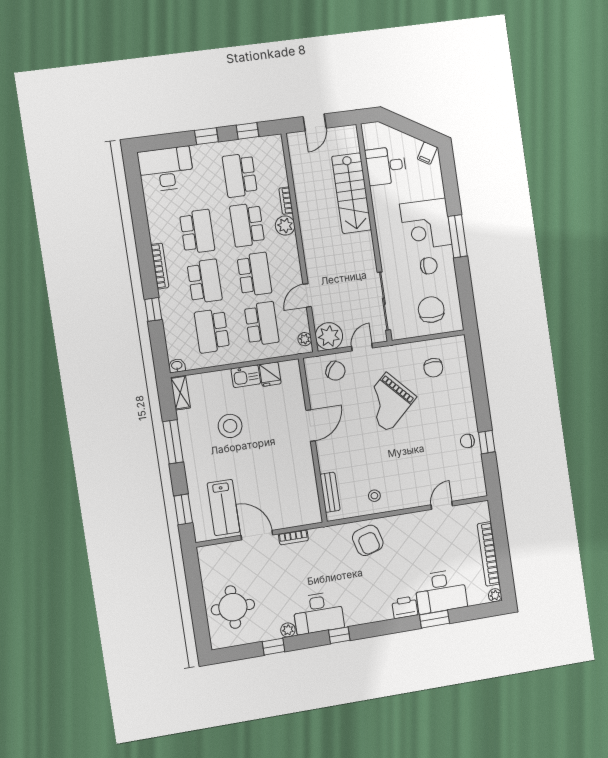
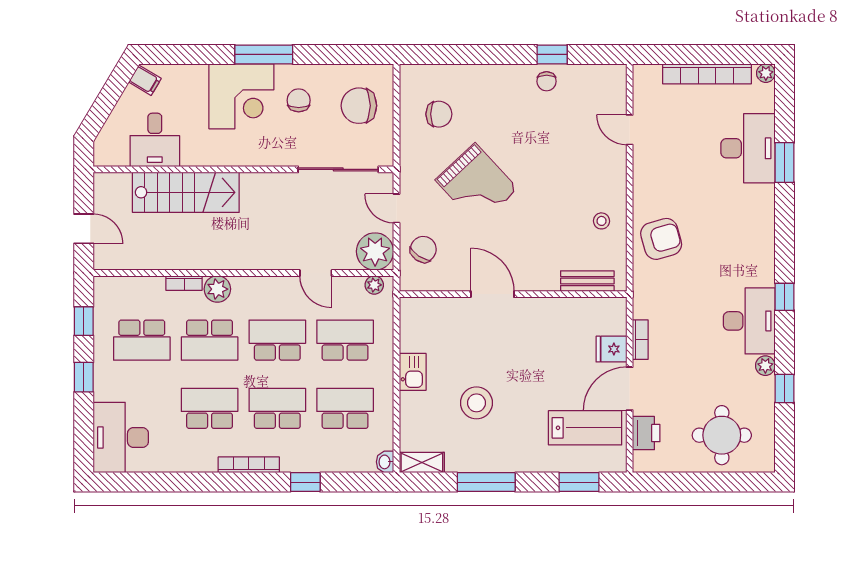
school desk: (212, 331) -> (345, 408), turned 180
fridge: (270, 374) -> (611, 349), moved, turned 180
printer: (405, 607) -> (646, 433), moved, turned 180

